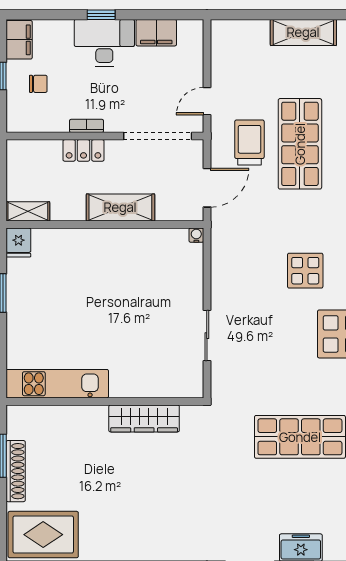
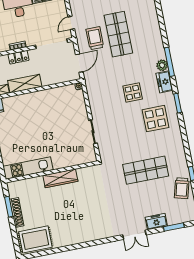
shelving: (120, 207) -> (25, 84), moved
wardrobe: (144, 418) -> (60, 178), moved

